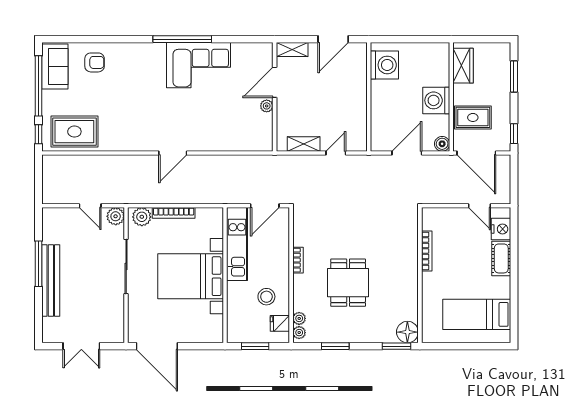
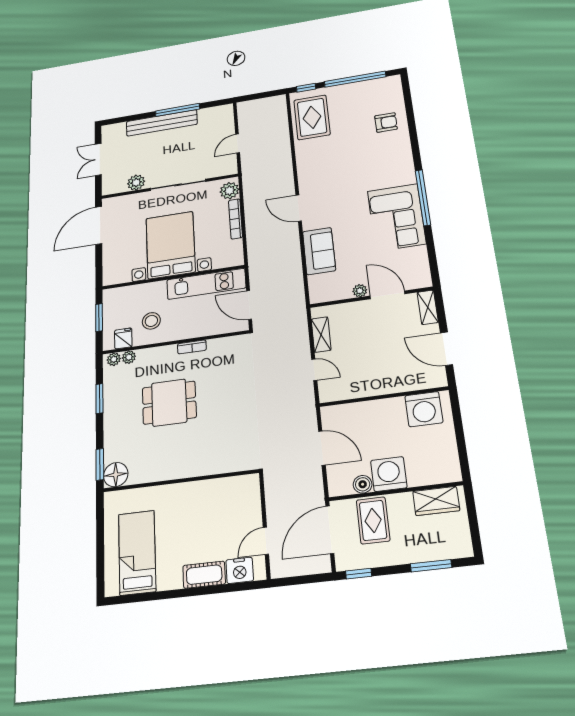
armchair: (95, 62) -> (386, 123), turned -90
sofa: (55, 67) -> (319, 251), moved, turned -90
boiler: (442, 144) -> (363, 484), moved
plant: (116, 216) -> (136, 183), moved
bookcase: (427, 251) -> (209, 485), removed

